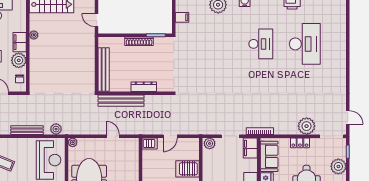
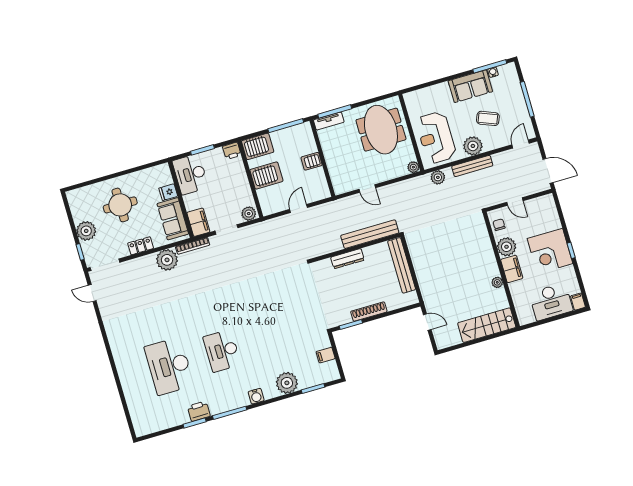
plant: (307, 126) -> (167, 260), moved
server rack: (150, 143) -> (312, 161), moved
plant: (22, 145) -> (473, 146), added

